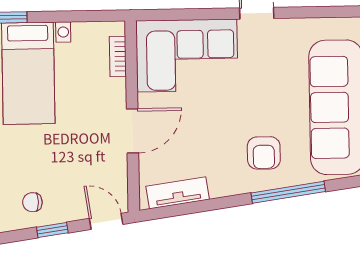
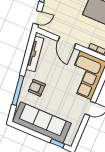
tv unit: (178, 193) -> (35, 54), width x1.41

